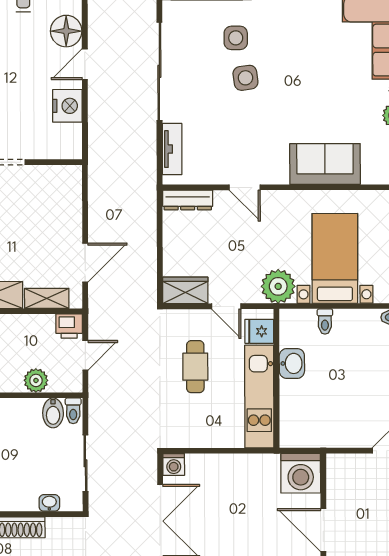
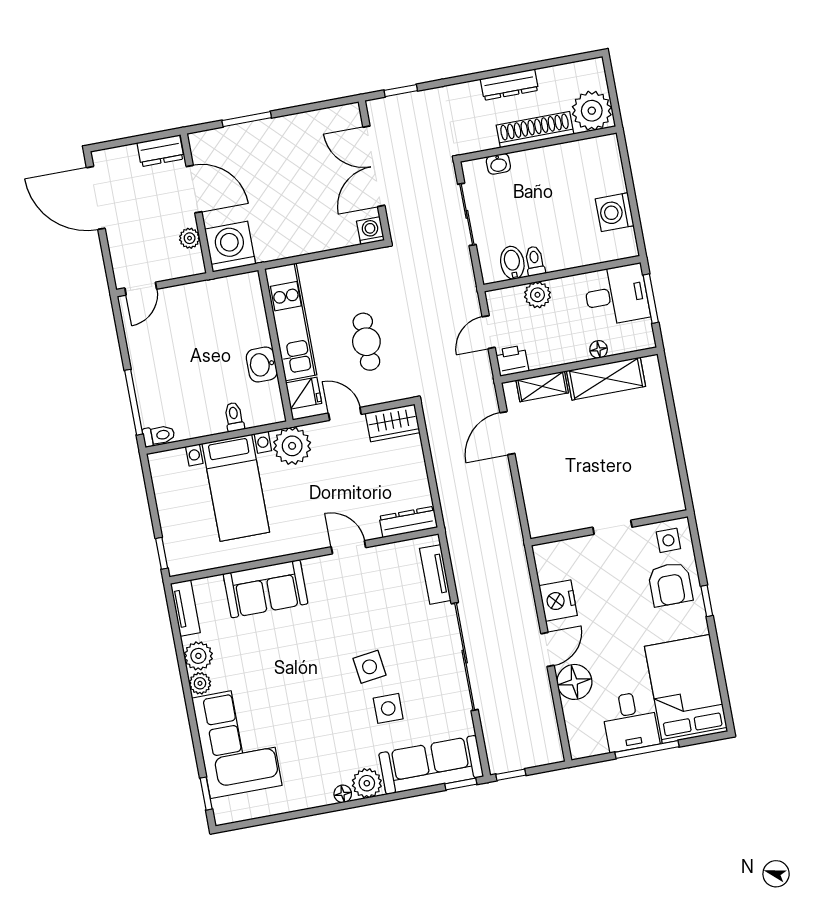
toilet: (73, 411) -> (535, 261), moved
plant: (335, 487) -> (190, 238), added

